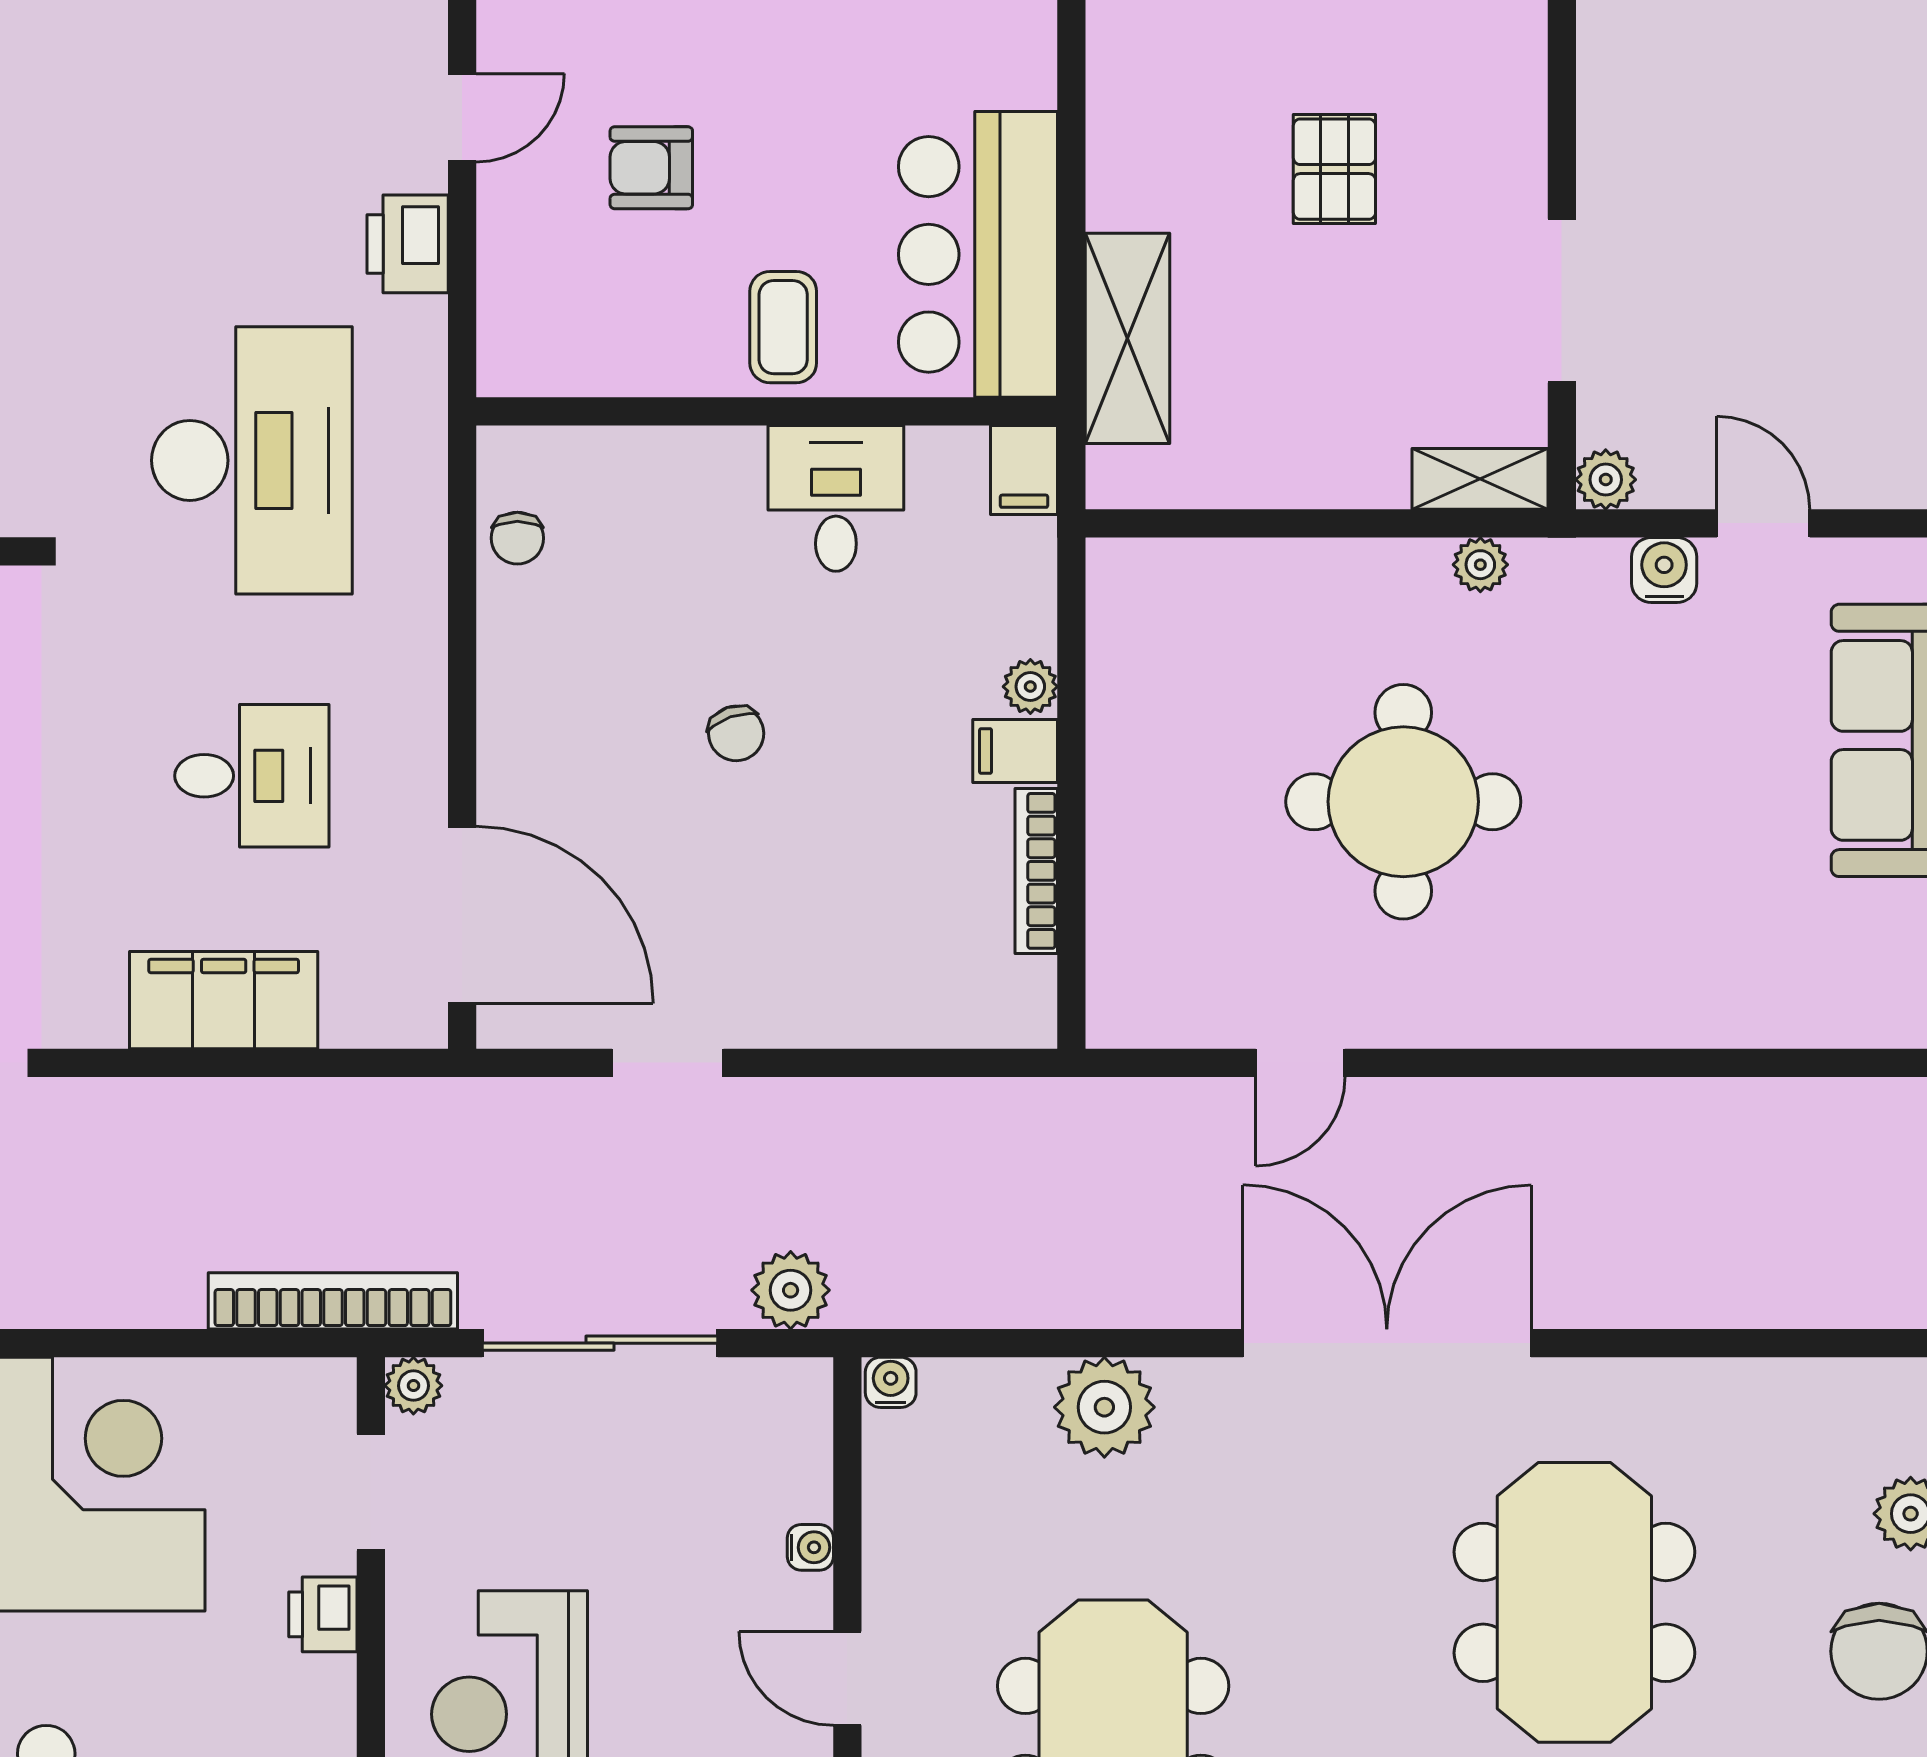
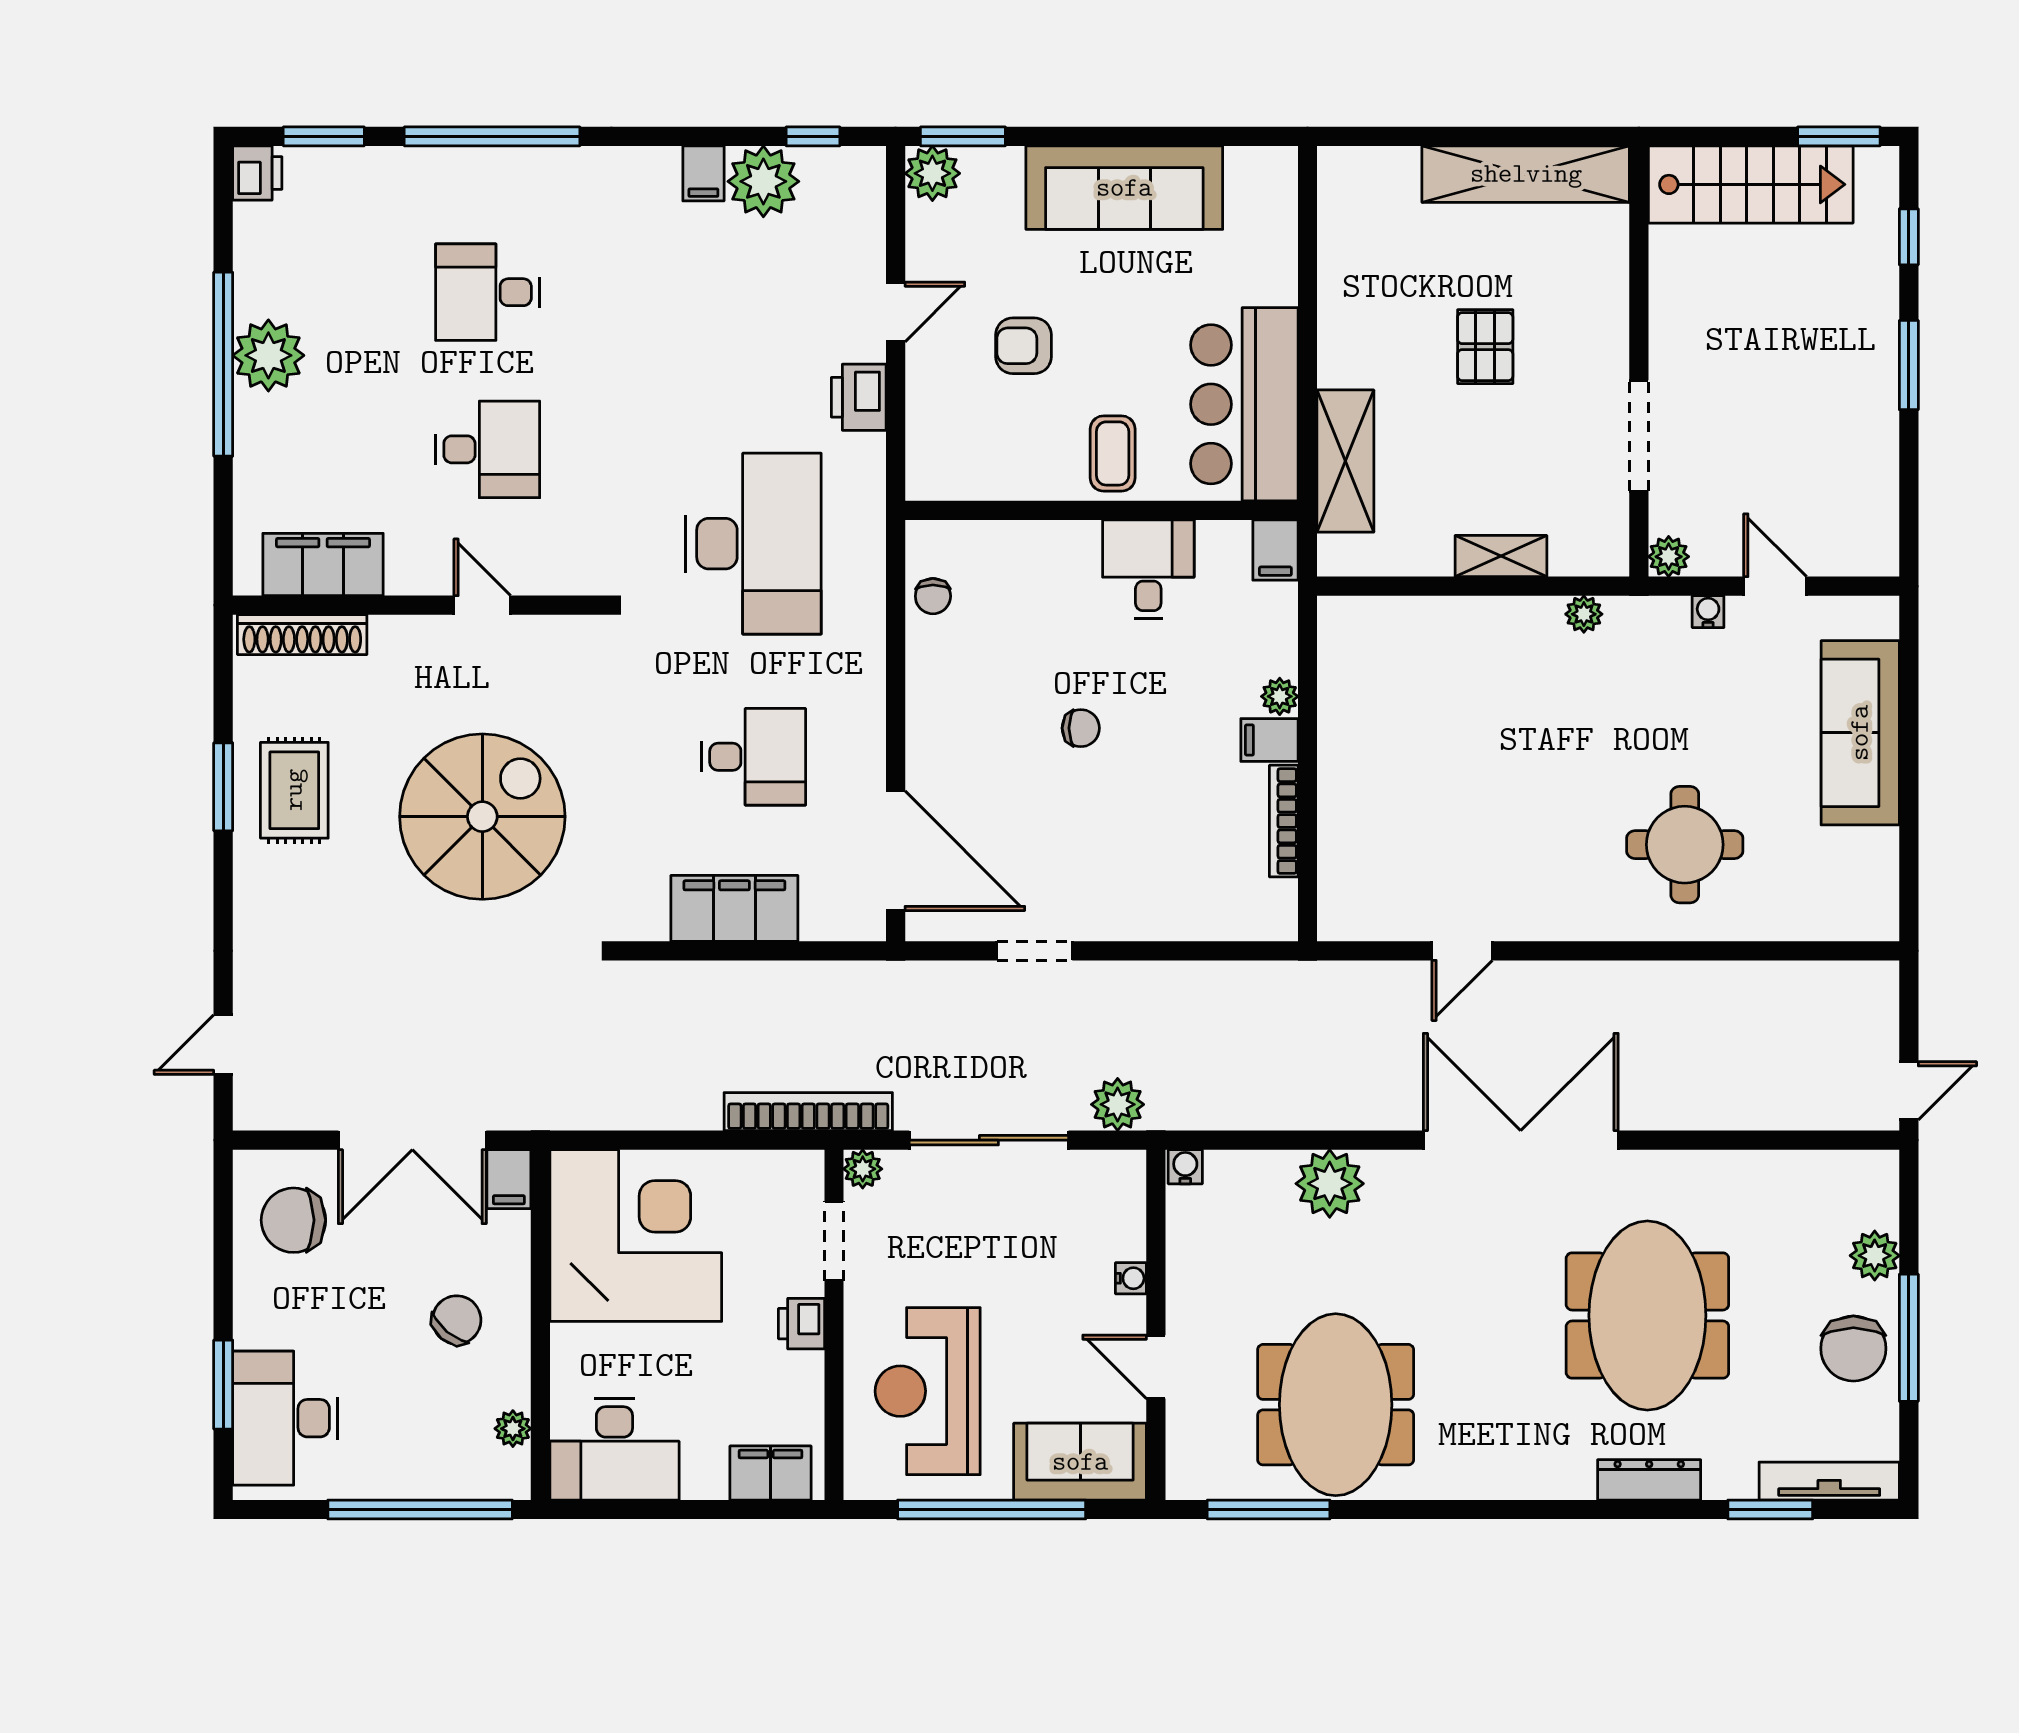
shelving: (1480, 479) -> (1501, 556), moved
water cooler: (1664, 570) -> (1708, 612), width x0.72, depth x0.72
chair: (736, 733) -> (1081, 728), turned -71
round table: (1403, 802) -> (1685, 845), moved, width x0.73, depth x0.73

